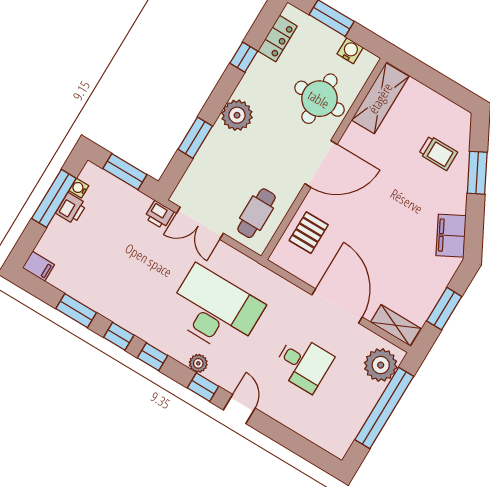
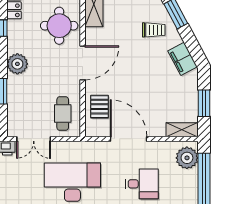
trolley: (438, 153) -> (154, 30), moved
door: (337, 306) -> (129, 139), moved

